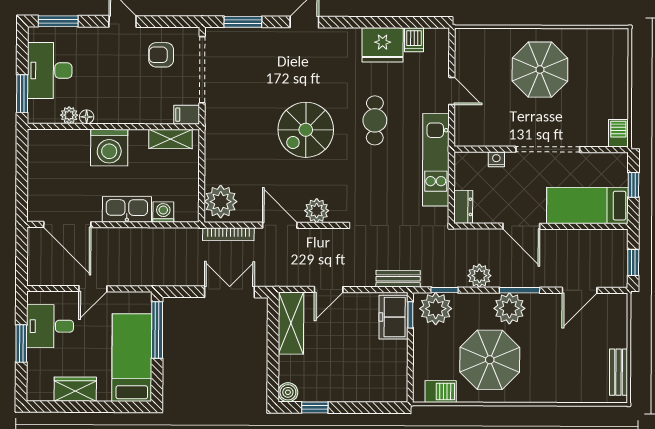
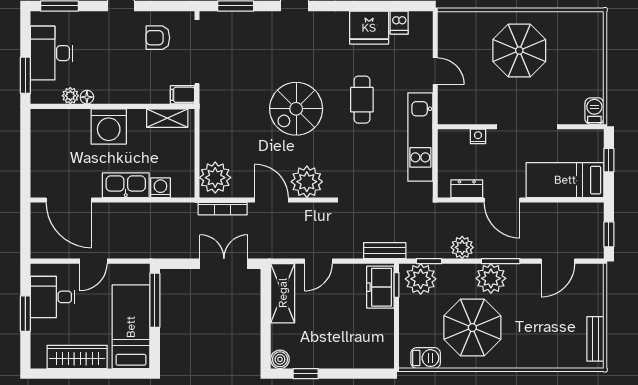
dresser: (463, 207) -> (467, 189), moved, turned -90
plant: (317, 211) -> (307, 182), width x1.36, depth x1.36
wardrobe: (75, 389) -> (77, 357), width x1.50

